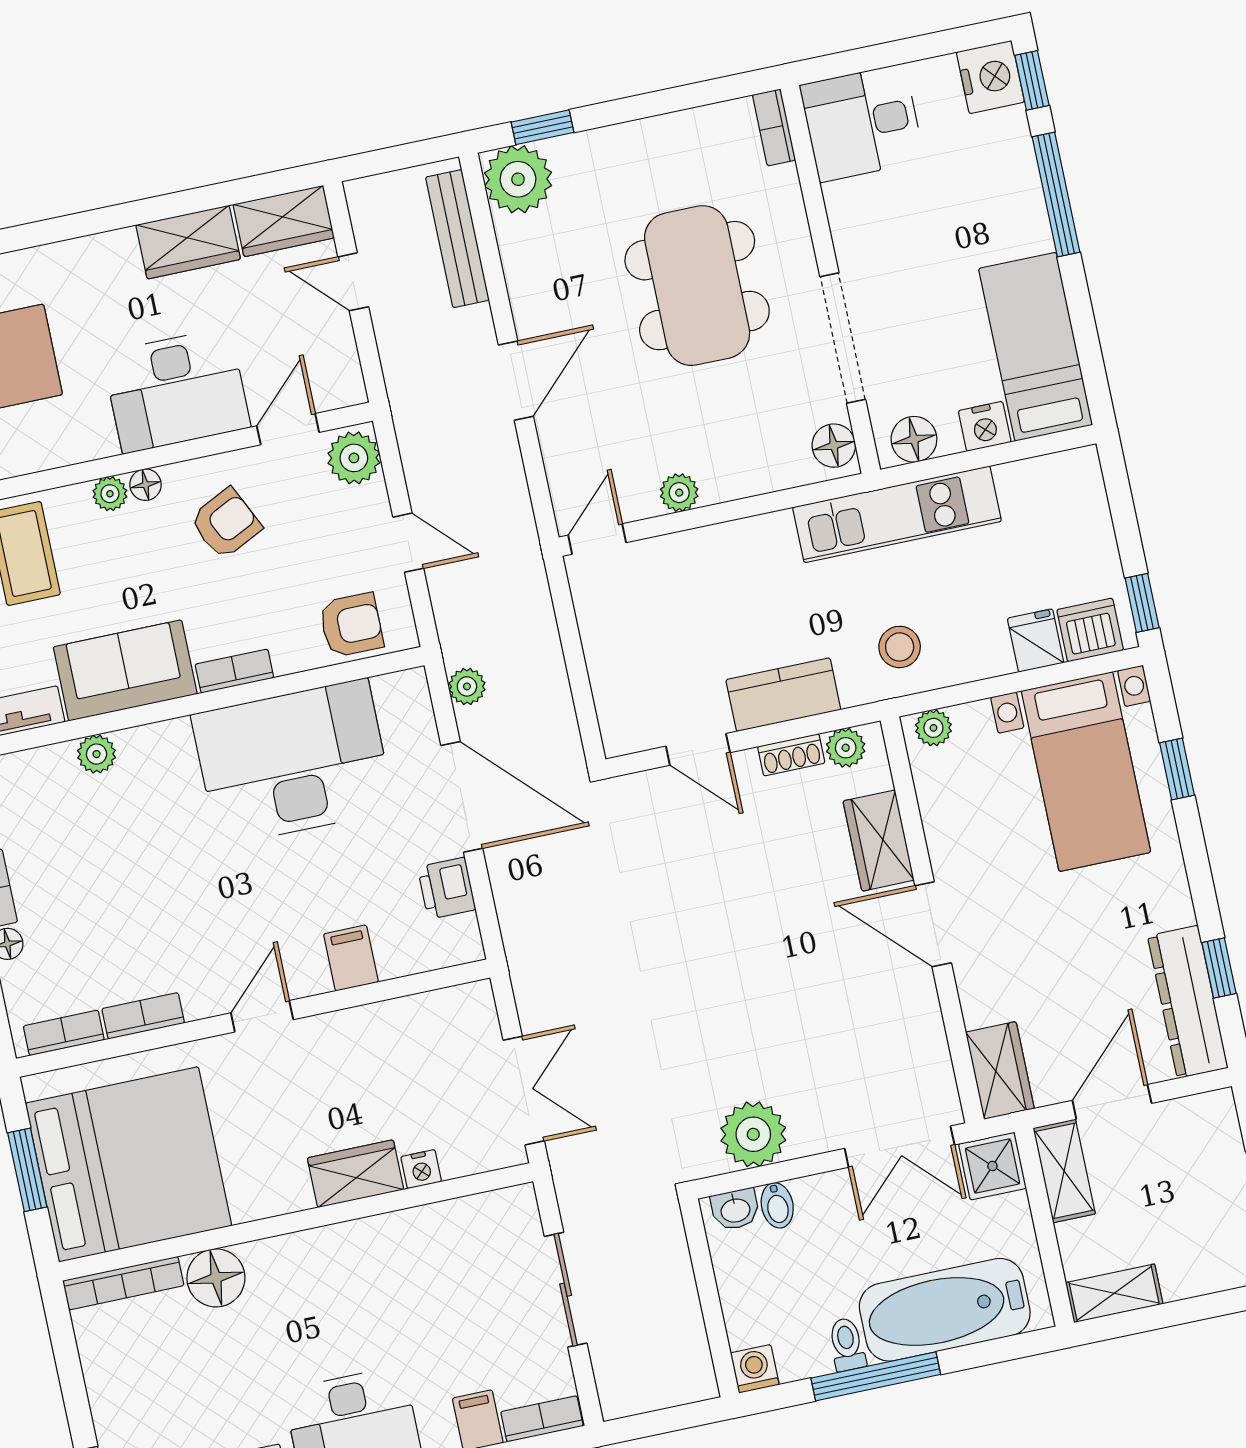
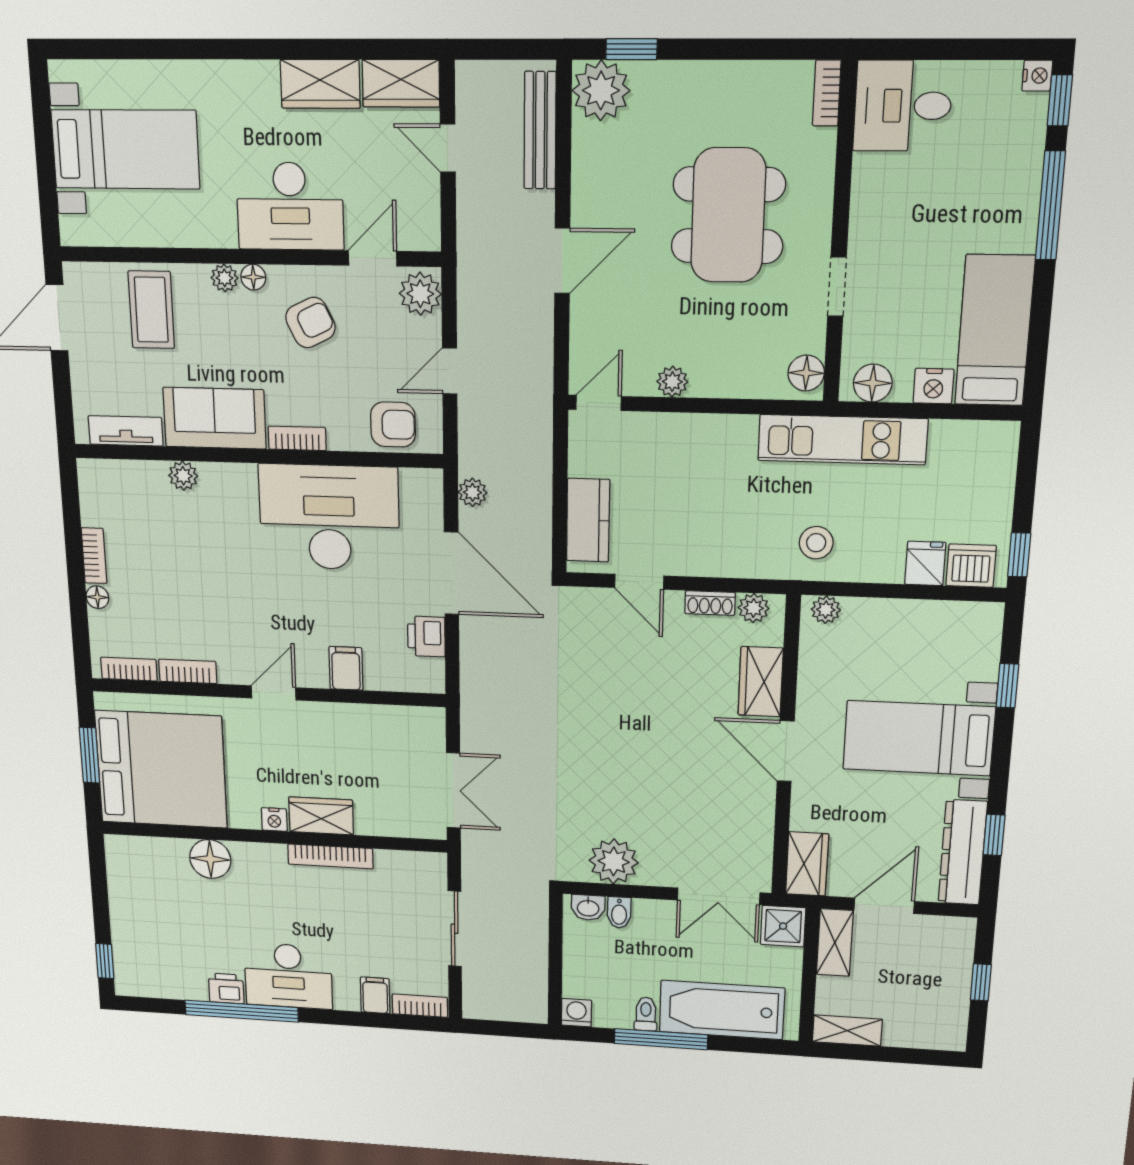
nightstand: (990, 77) -> (1037, 76), width x0.53, depth x0.56
doorway: (843, 338) -> (837, 287), width x0.53
door: (408, 543) -> (450, 371), swing flipped
kitchen counter: (783, 695) -> (588, 520), moved, turned 90
bed with nightstands: (1086, 772) -> (919, 738), moved, turned 90
nightstand: (421, 1169) -> (274, 819), moved
bookcase: (123, 1283) -> (330, 856), moved

